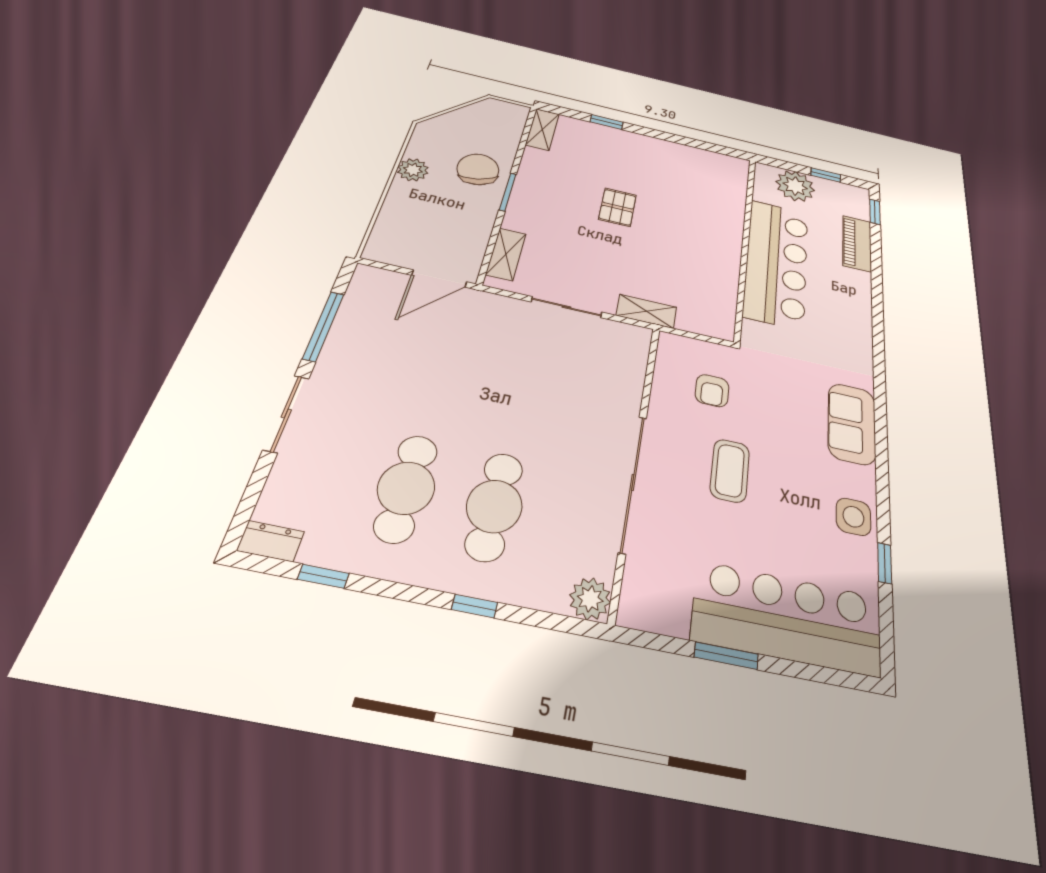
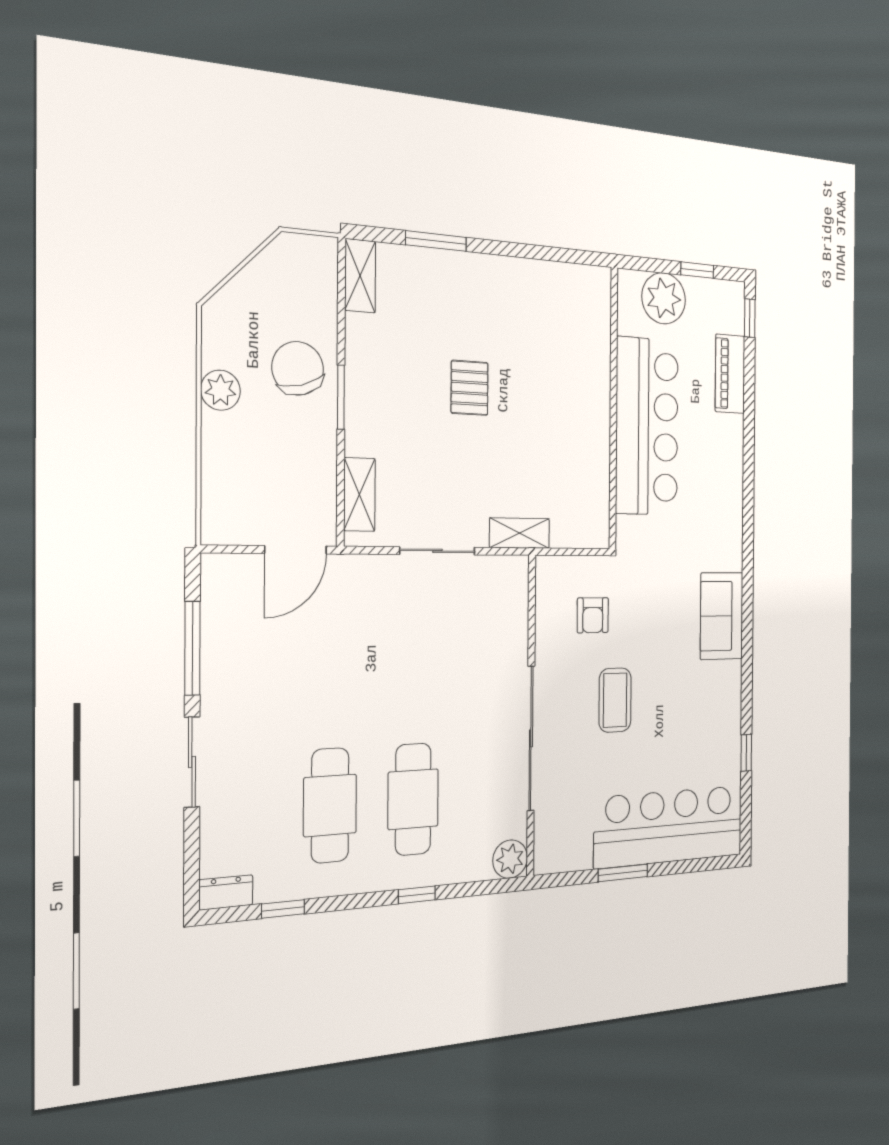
window: (607, 122) -> (436, 241), width x1.50
side table: (853, 517) -> (722, 716), removed

